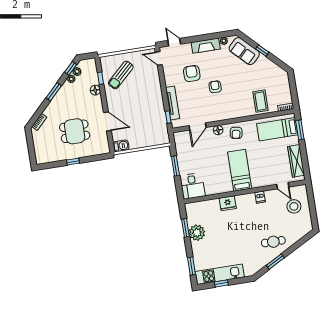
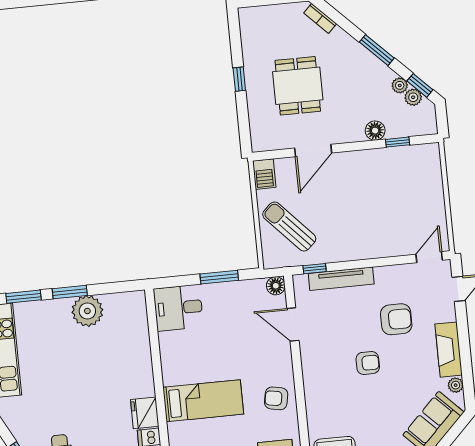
sun lounger: (121, 75) -> (289, 227), moved
floor lamp: (218, 130) -> (276, 286), moved
fridge: (228, 203) -> (145, 413), moved
window: (185, 228) -> (70, 292), moved

